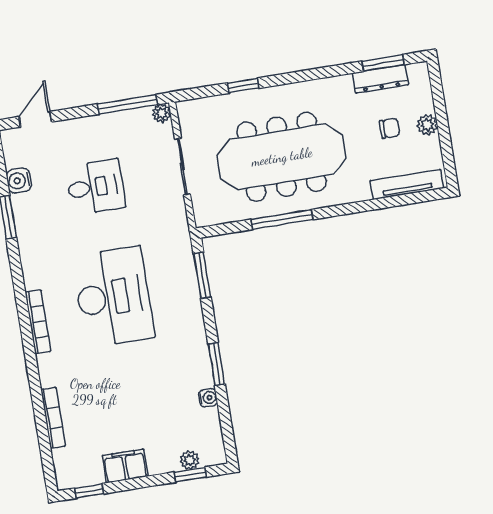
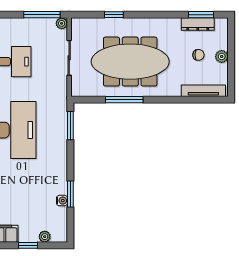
window: (216, 364) -> (70, 194), moved
window: (190, 475) -> (28, 245), moved

